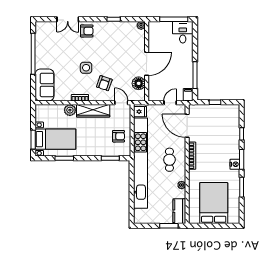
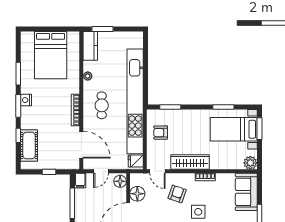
floor lamp: (154, 94) -> (120, 181), added
plant: (70, 110) -> (250, 163), moved
cot: (232, 125) -> (29, 146), added

